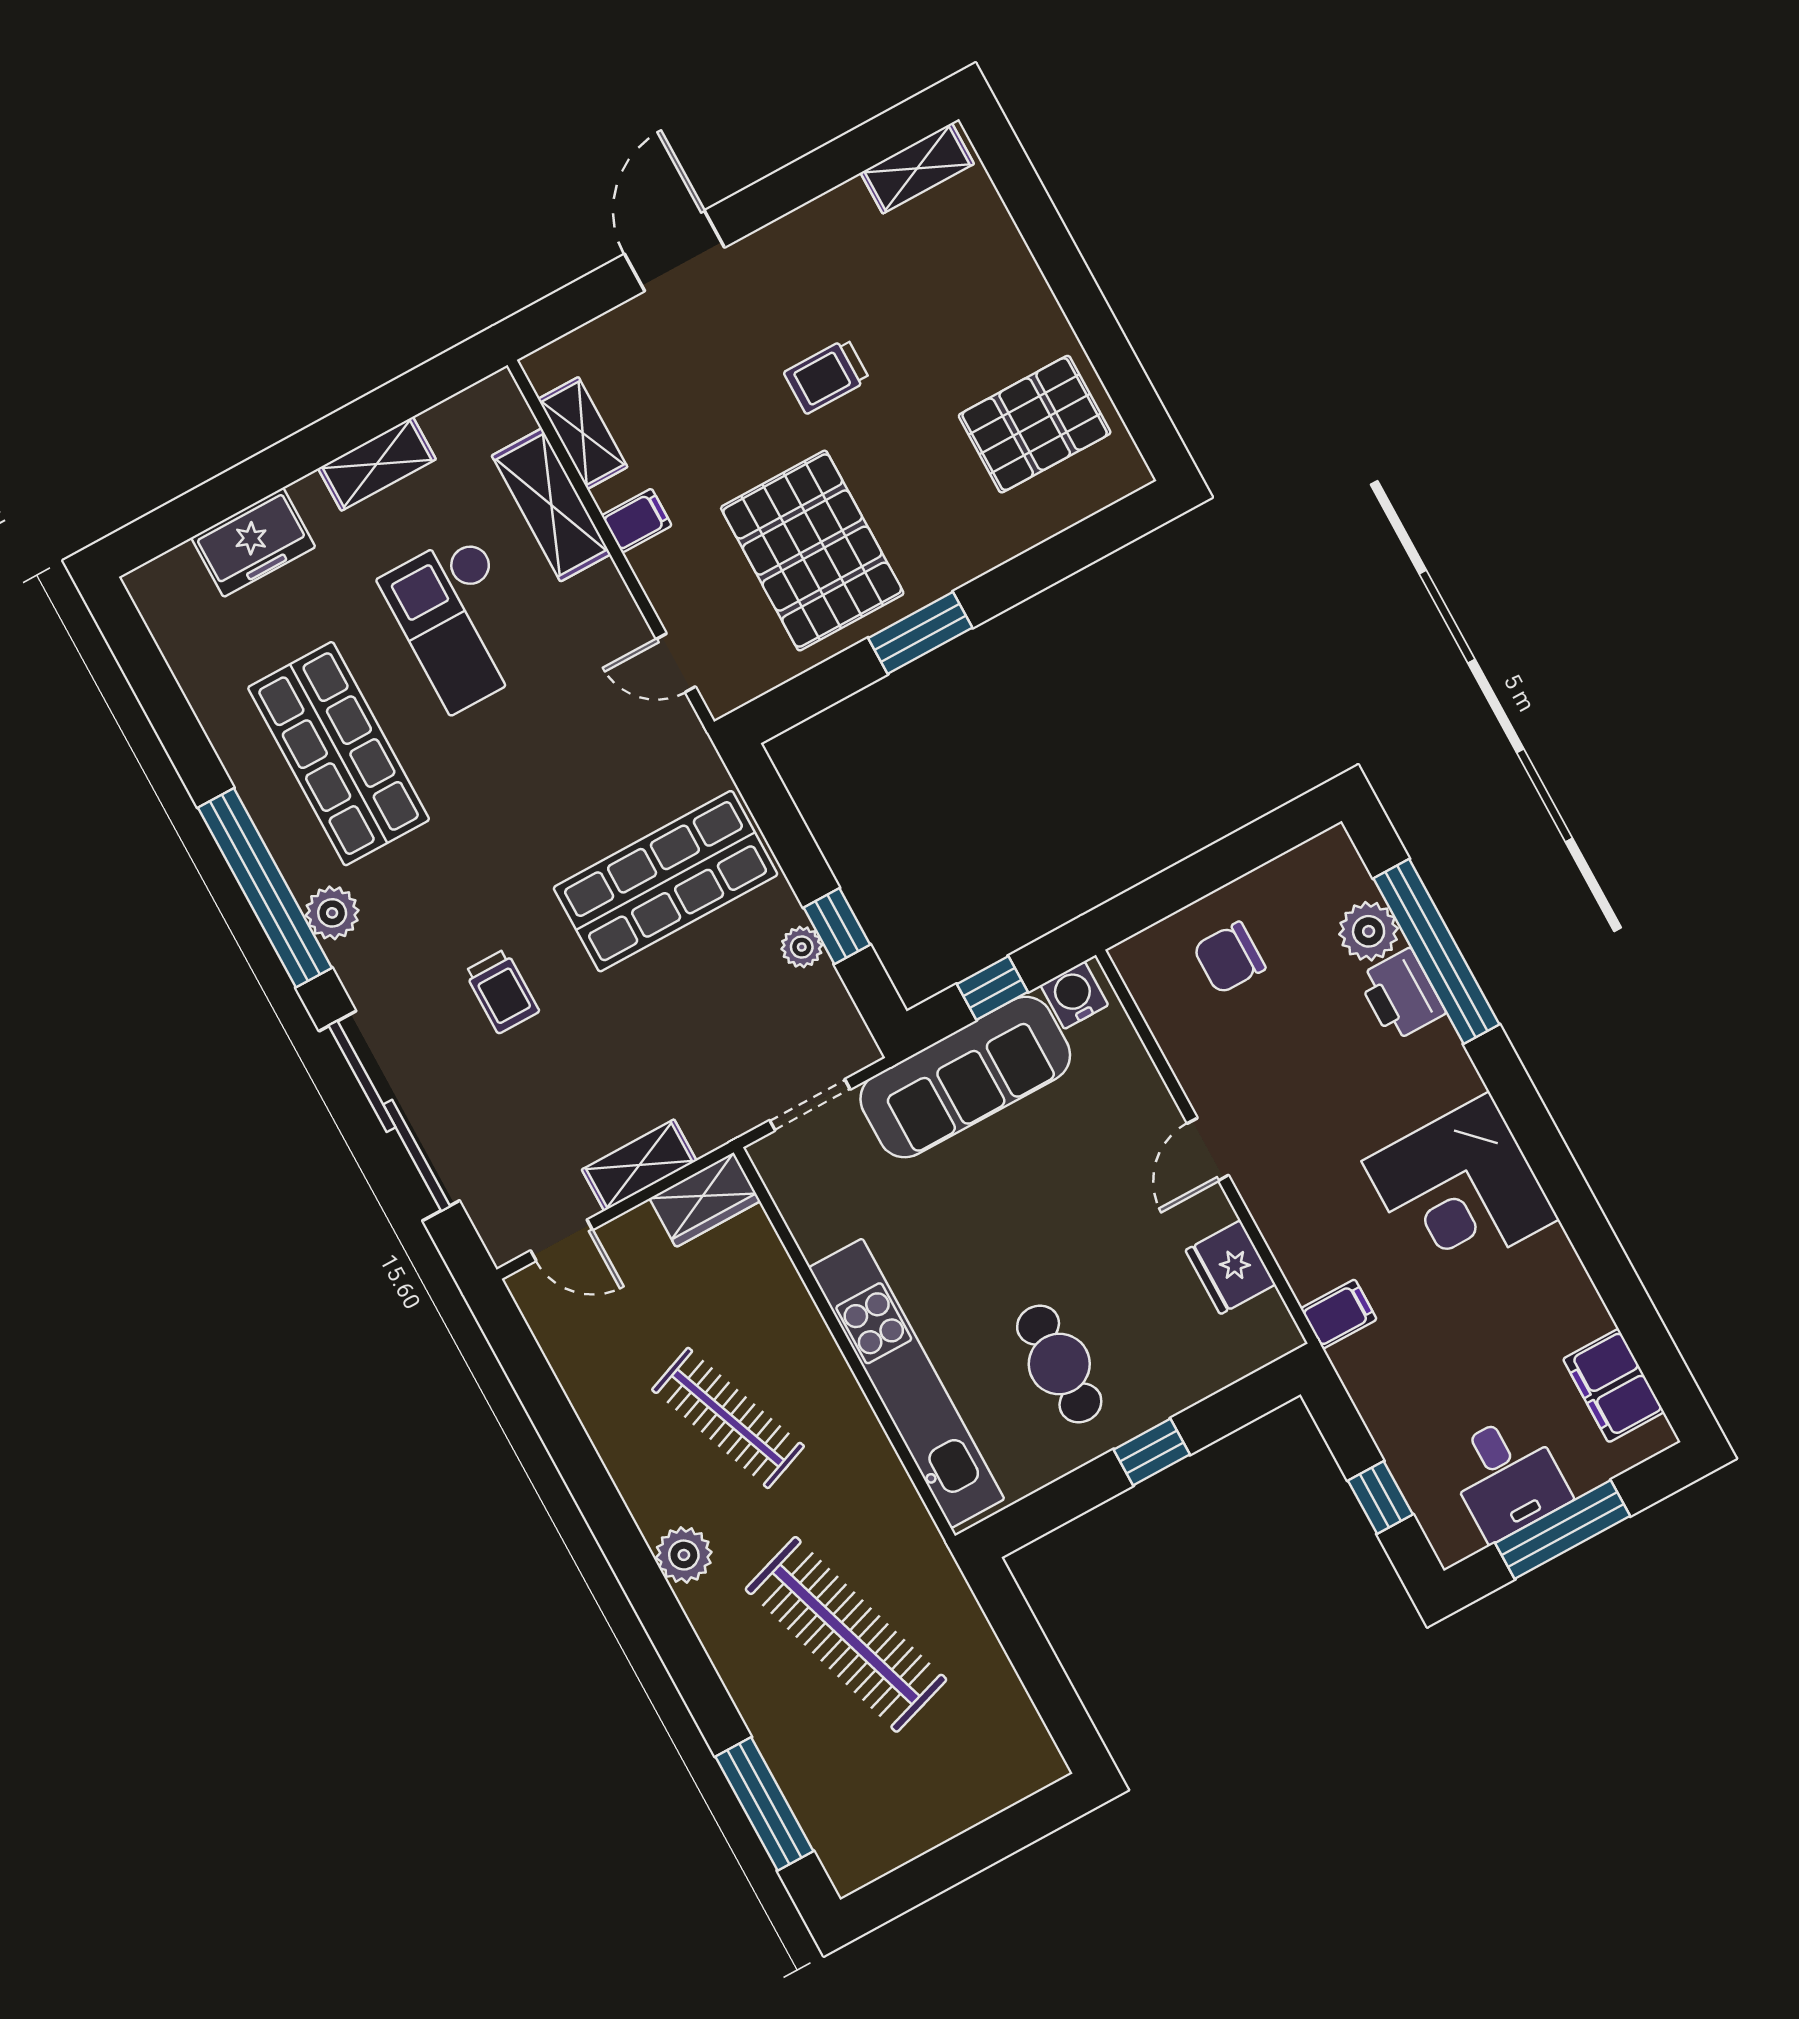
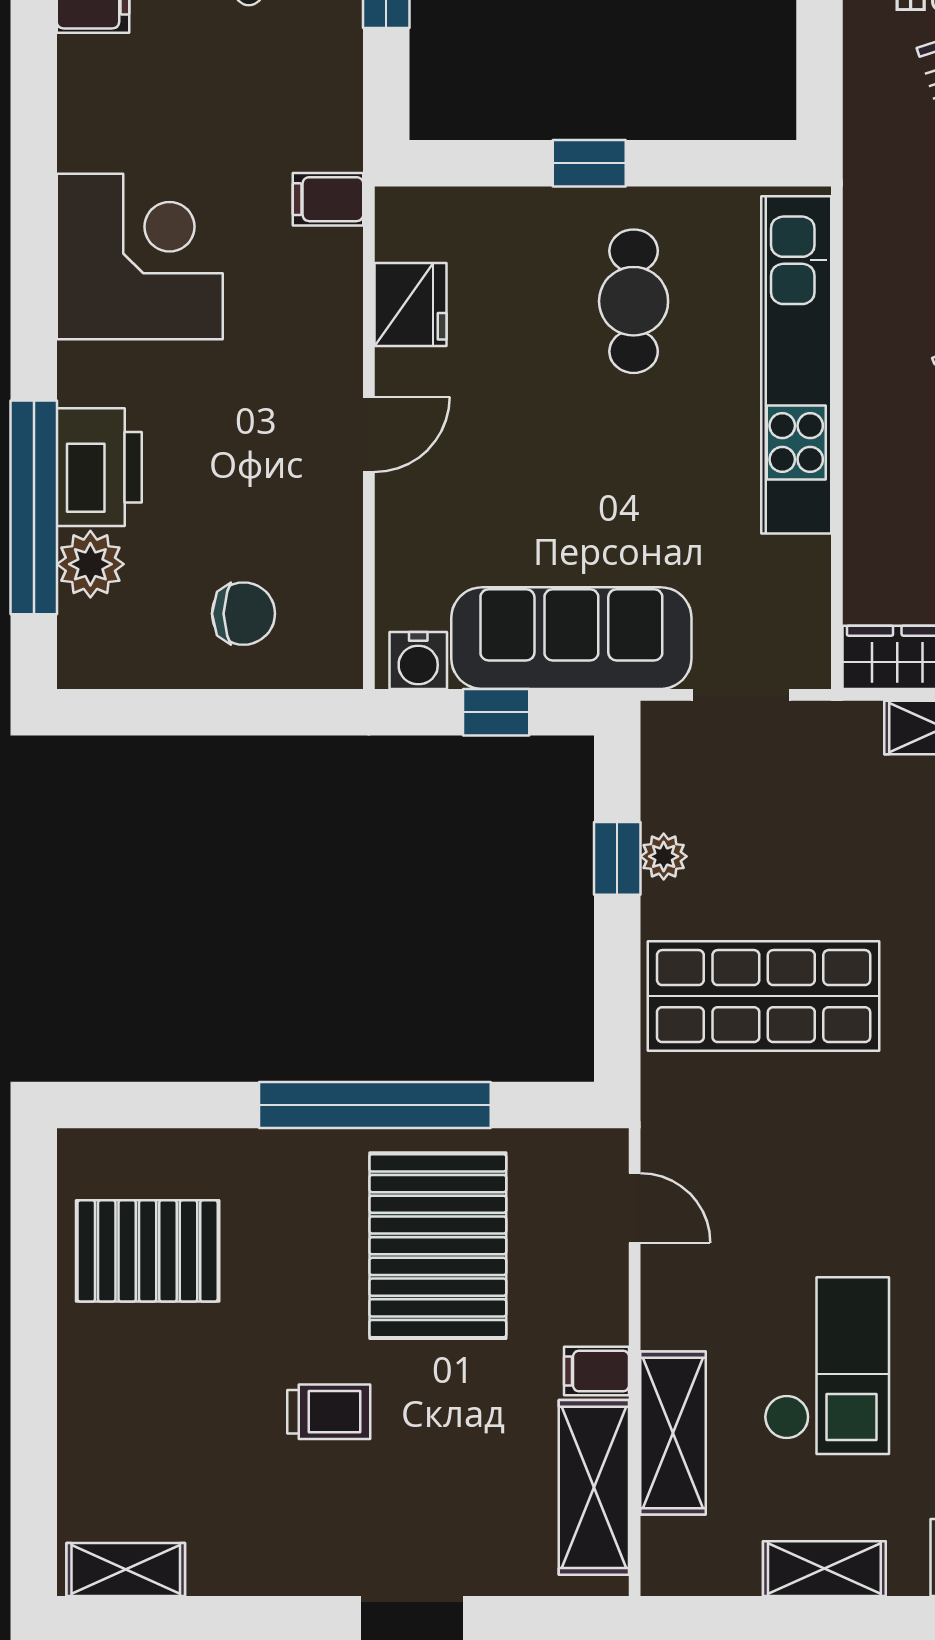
shelving: (583, 433) -> (594, 1487), width x1.50, depth x1.33
window: (920, 633) -> (375, 1105), width x2.11
printer: (1401, 995) -> (99, 467), width x1.37, depth x1.19

